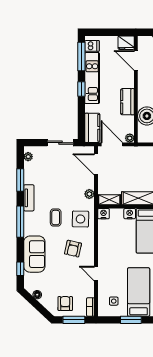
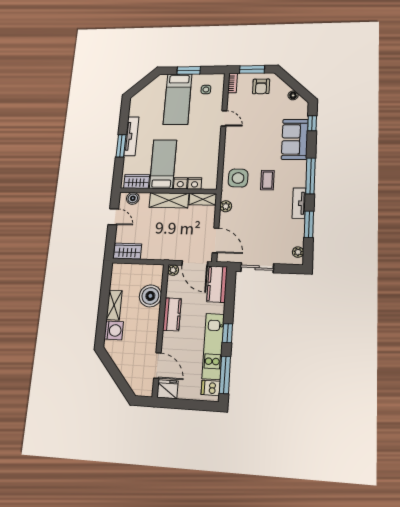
nightstand: (103, 214) -> (195, 183), moved
armchair: (73, 249) -> (249, 145), removed

